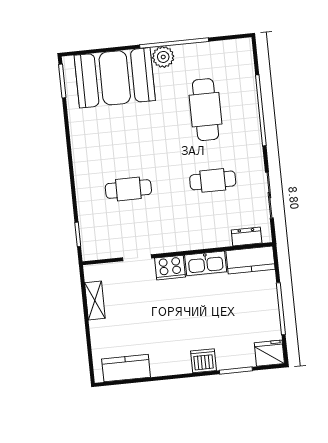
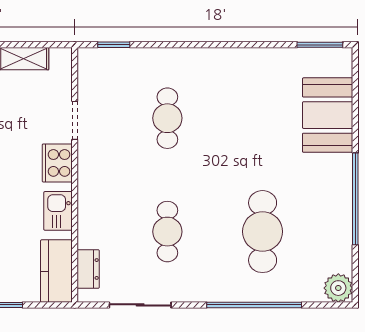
plant: (163, 57) -> (338, 288), moved
booth: (115, 78) -> (328, 115), width x0.73, depth x0.70
cafe table: (206, 110) -> (263, 232), turned 90
kitchen sink: (206, 263) -> (58, 211), width x0.73

